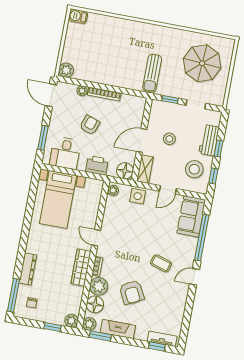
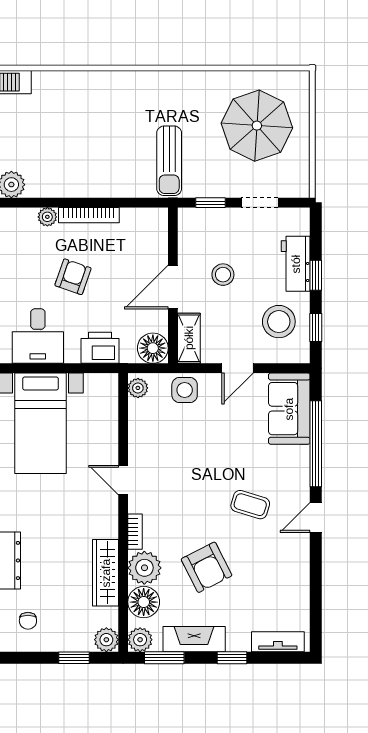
wardrobe: (81, 268) -> (106, 573), moved
window: (157, 347) -> (232, 658), moved

